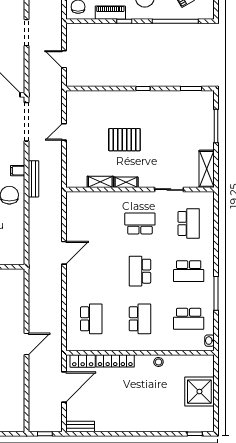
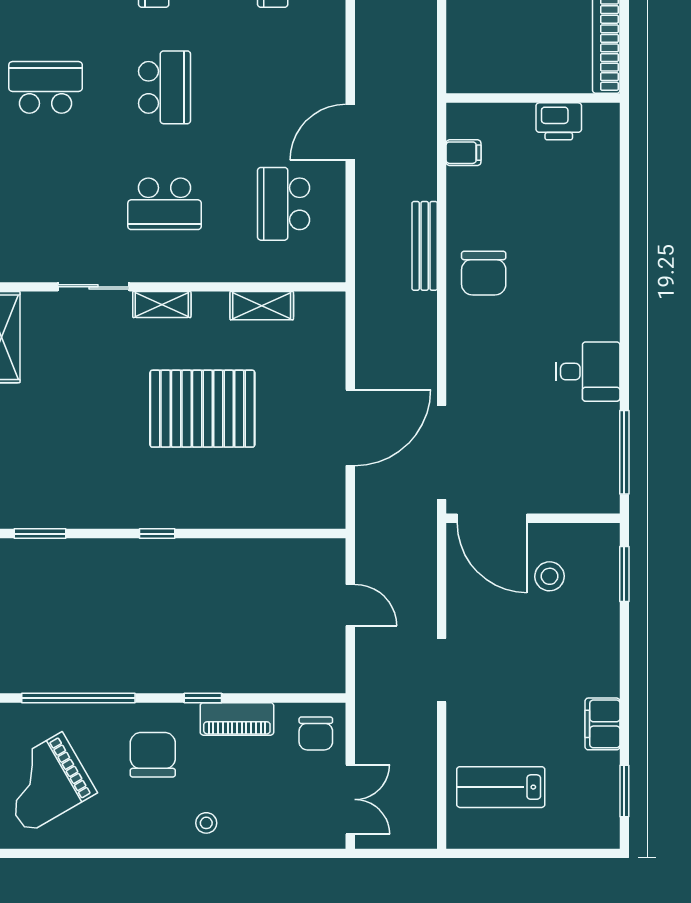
door: (64, 132) -> (350, 428), width x1.87
pallet: (124, 140) -> (202, 409), width x1.37, depth x1.41
filing cabinet: (18, 171) -> (464, 153), moved
bench: (33, 179) -> (425, 246), moved
shelving: (126, 182) -> (162, 304), moved
school desk: (189, 223) -> (284, 204), moved

